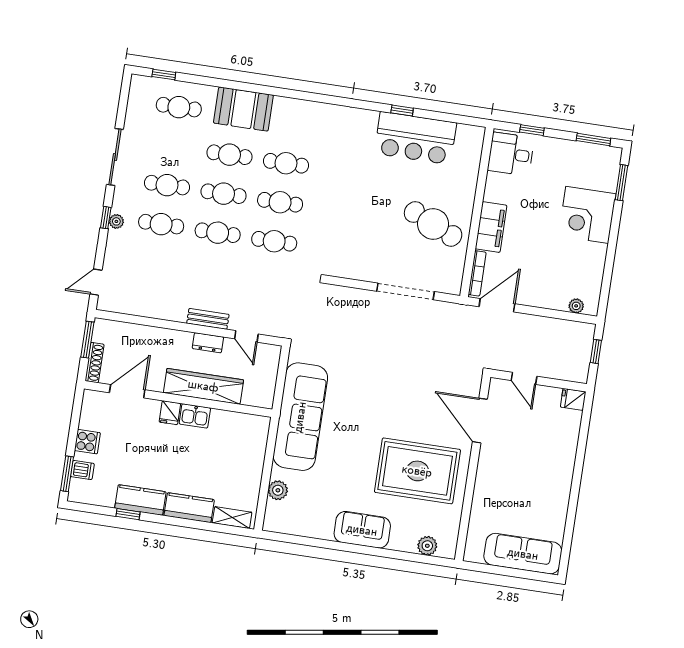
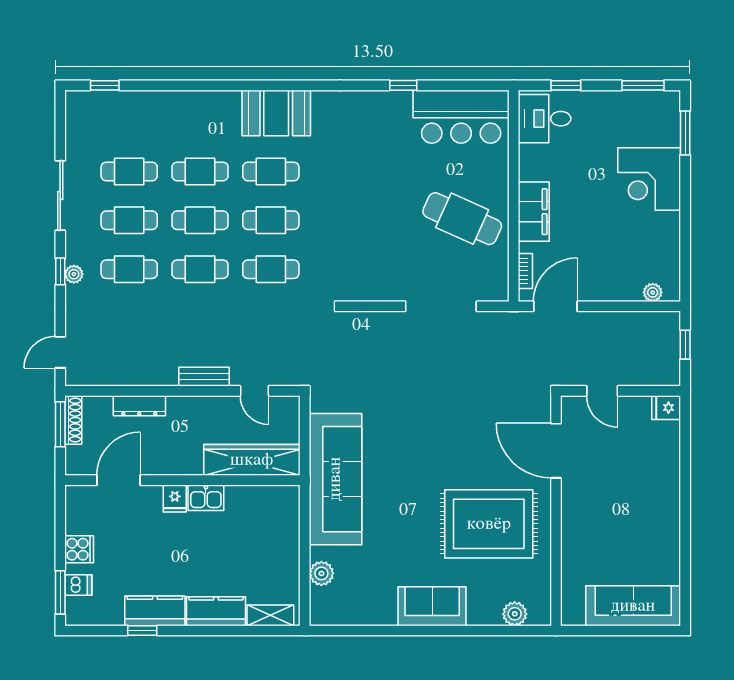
cafe table: (179, 107) -> (129, 171), moved
booth: (243, 109) -> (276, 113), moved
bar counter: (415, 138) -> (461, 117), moved
bookcase: (477, 273) -> (525, 271), width x0.64
dresser: (208, 343) -> (139, 406), moved, width x1.44
shoe rack: (94, 363) -> (73, 420), moved
wardrobe: (203, 386) -> (252, 460), moved

